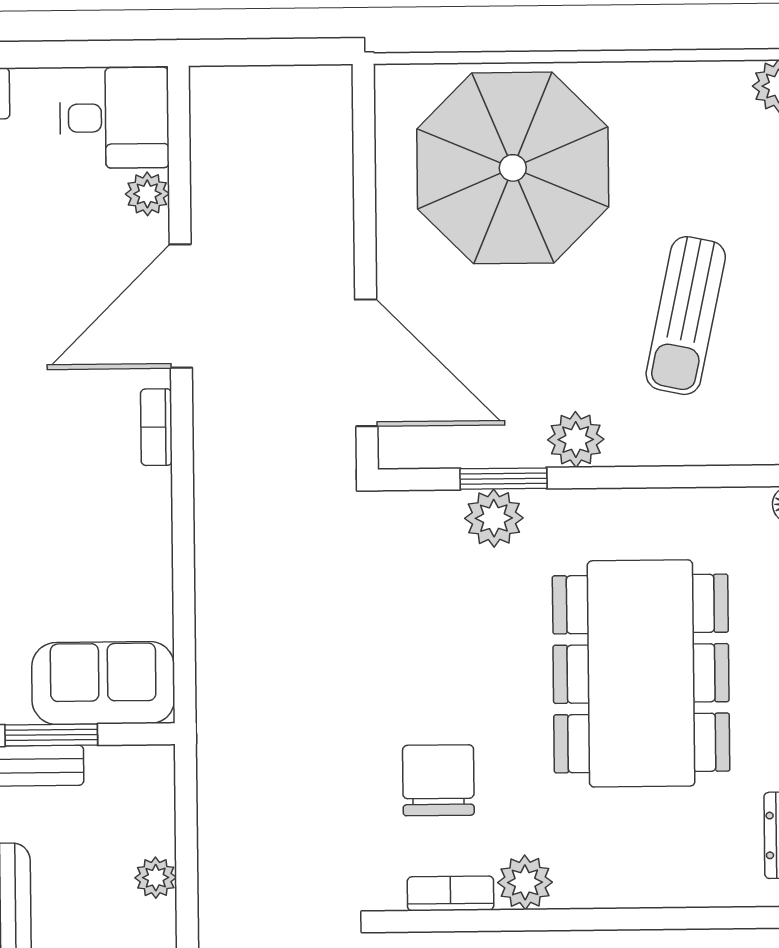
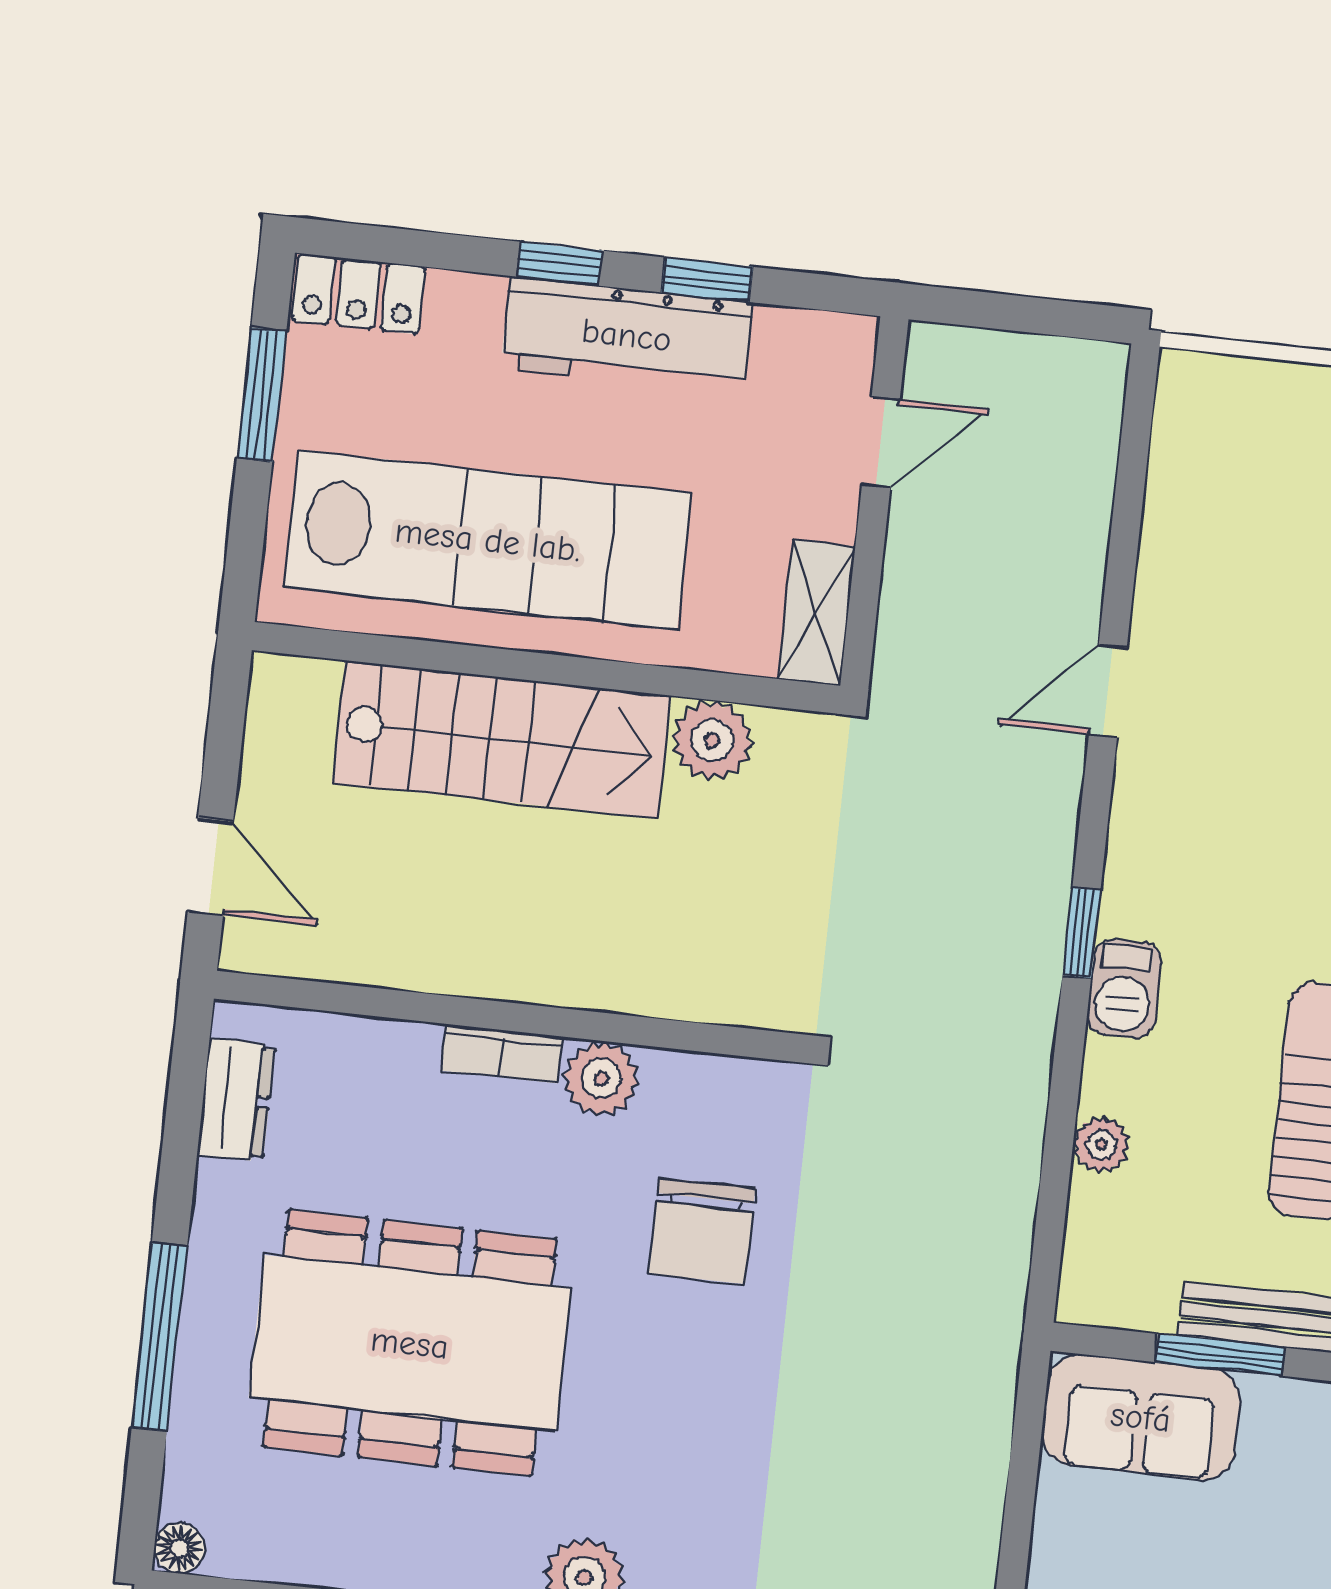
dining table: (641, 673) -> (410, 1343), turned 90
bookcase: (451, 893) -> (502, 1054), moved

